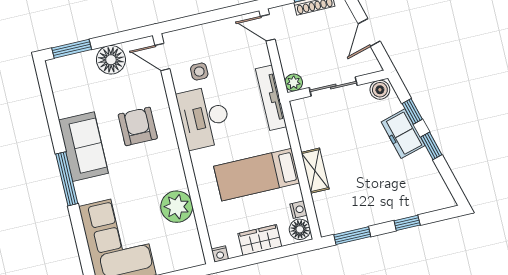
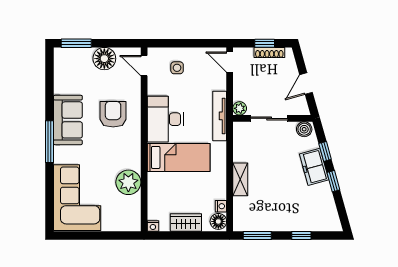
side table: (199, 72) -> (177, 68), moved
bed: (257, 175) -> (179, 157), moved, turned 180

